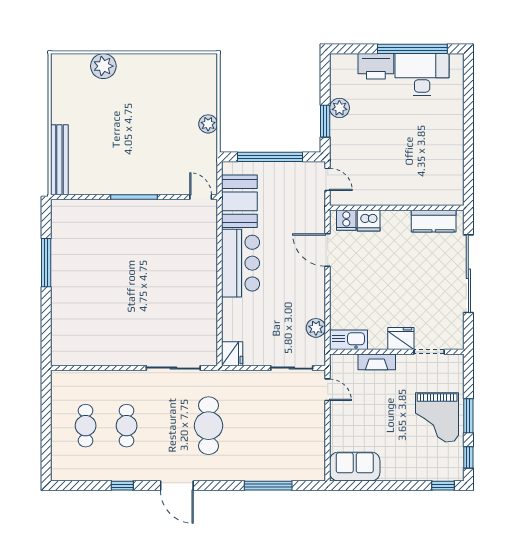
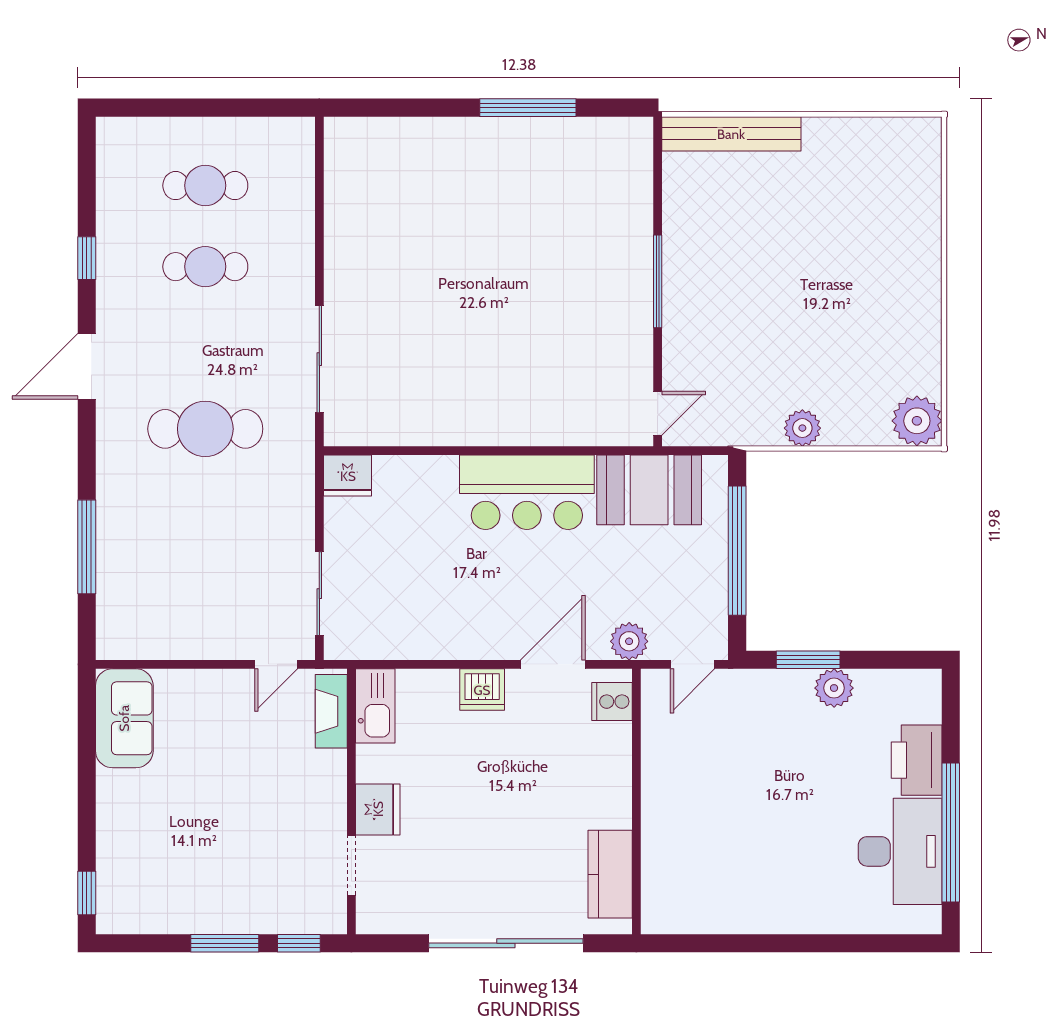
plant: (103, 66) -> (917, 421), moved
dishwasher: (369, 221) -> (482, 690), moved, turned -90
plant: (316, 328) -> (629, 641), moved
fireplace: (377, 362) -> (331, 711), moved
grand piano: (437, 417) -> (222, 881), removed
window: (468, 457) -> (299, 943), moved

